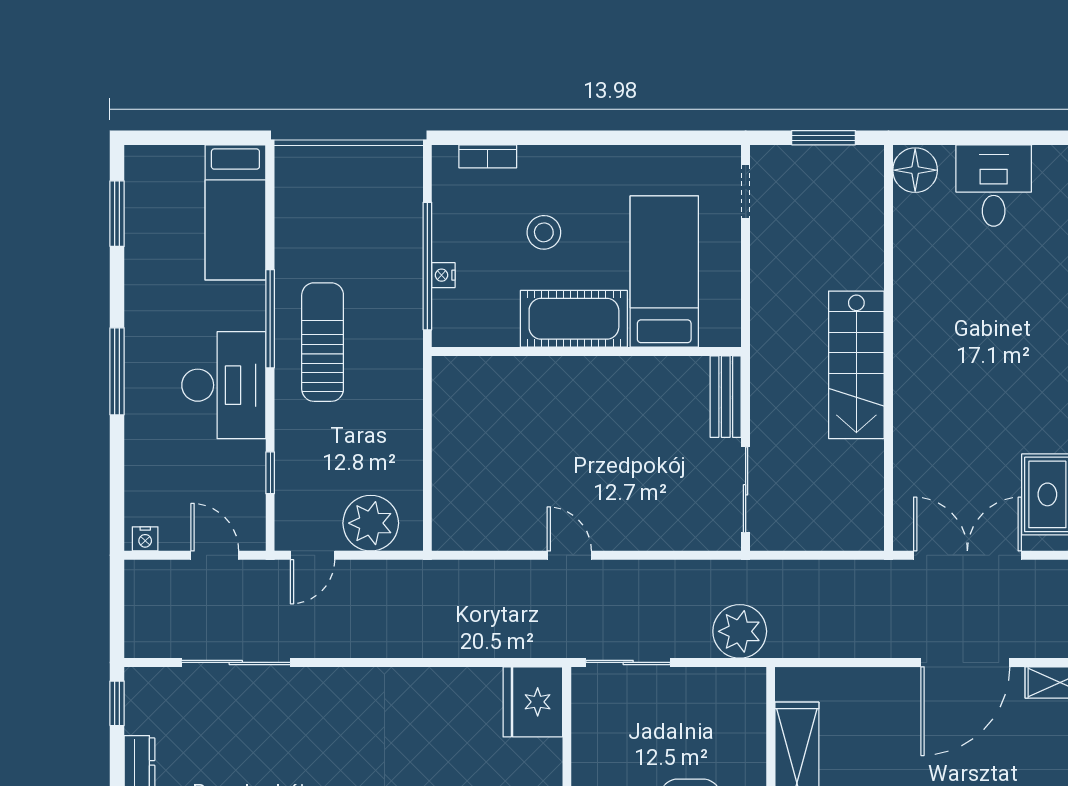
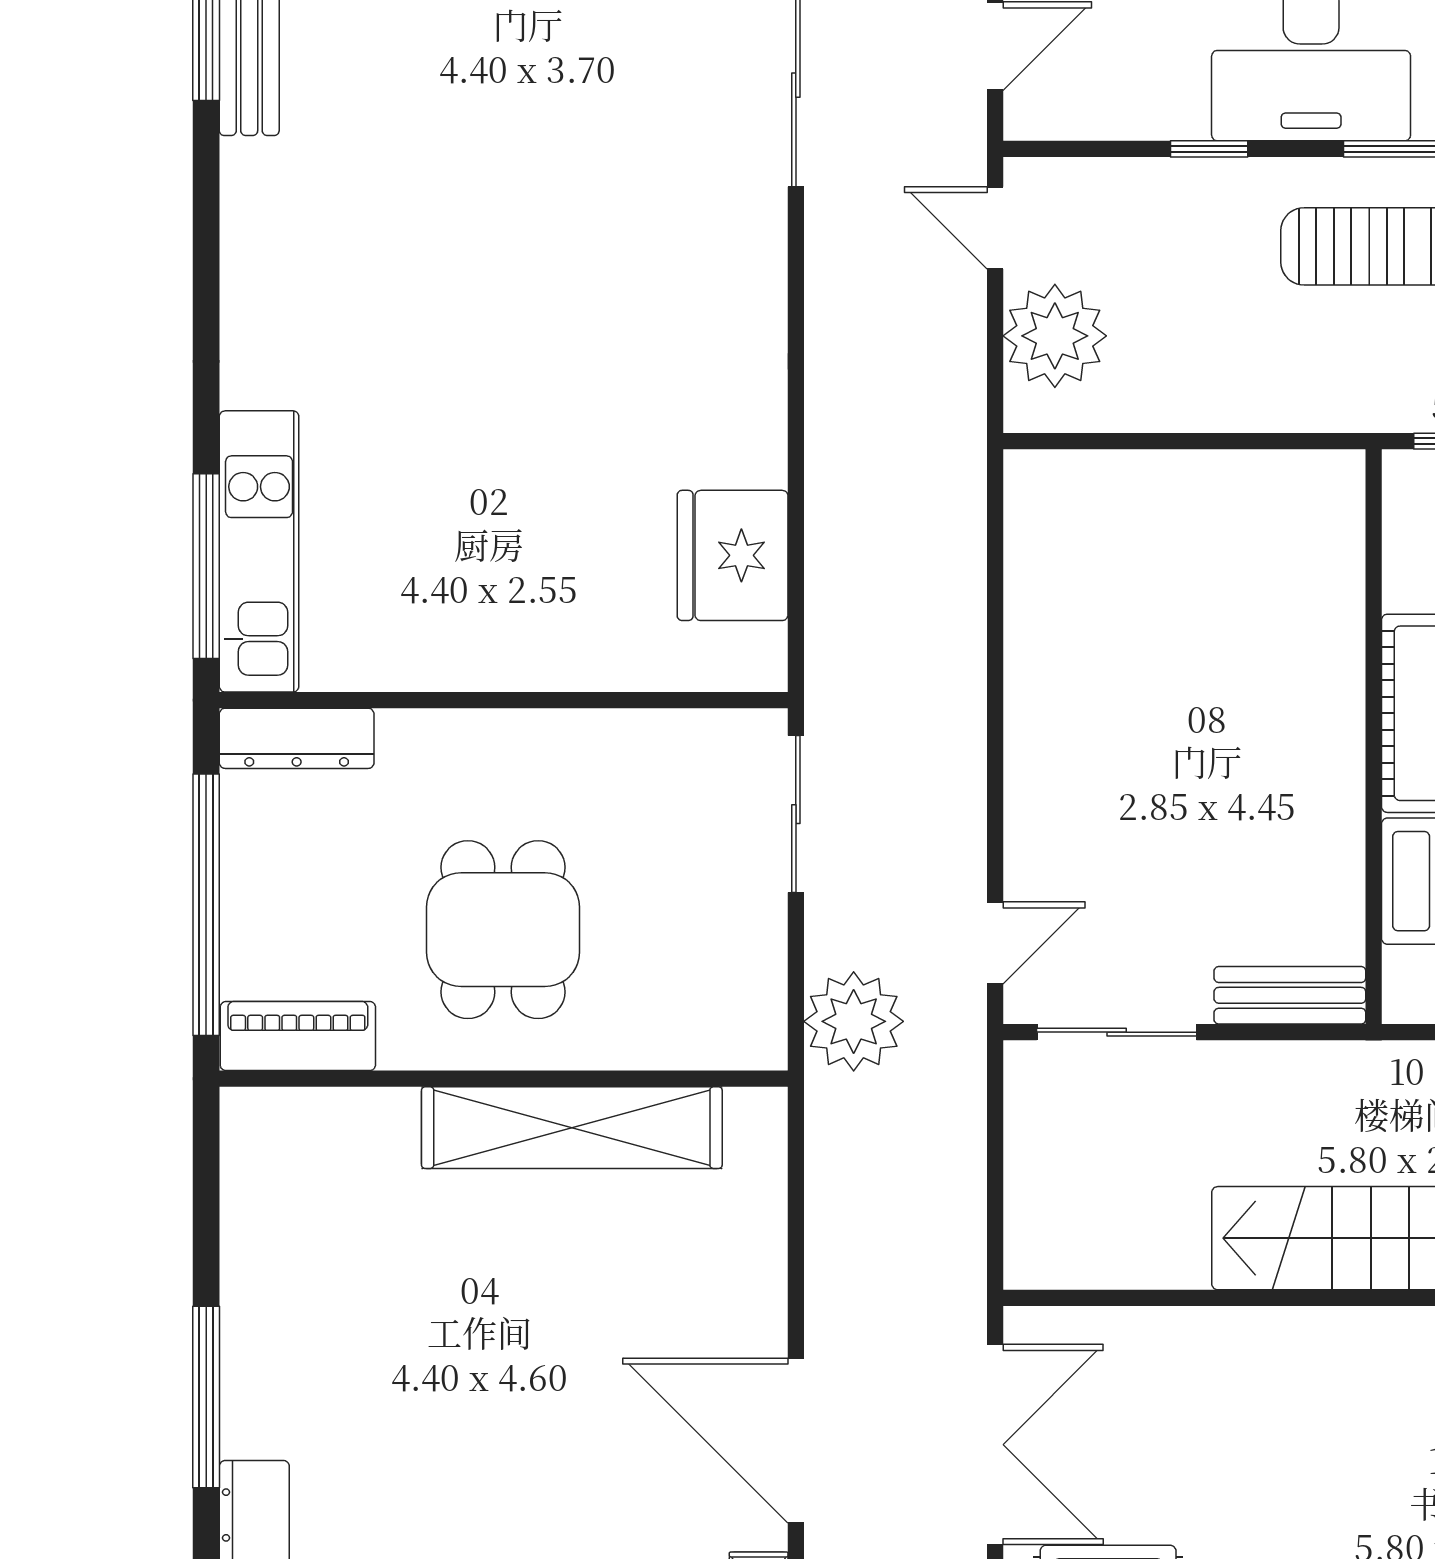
window: (270, 473) -> (1209, 149), moved
door: (569, 555) -> (995, 943), moved
fridge: (533, 702) -> (733, 555), moved, turned -90

